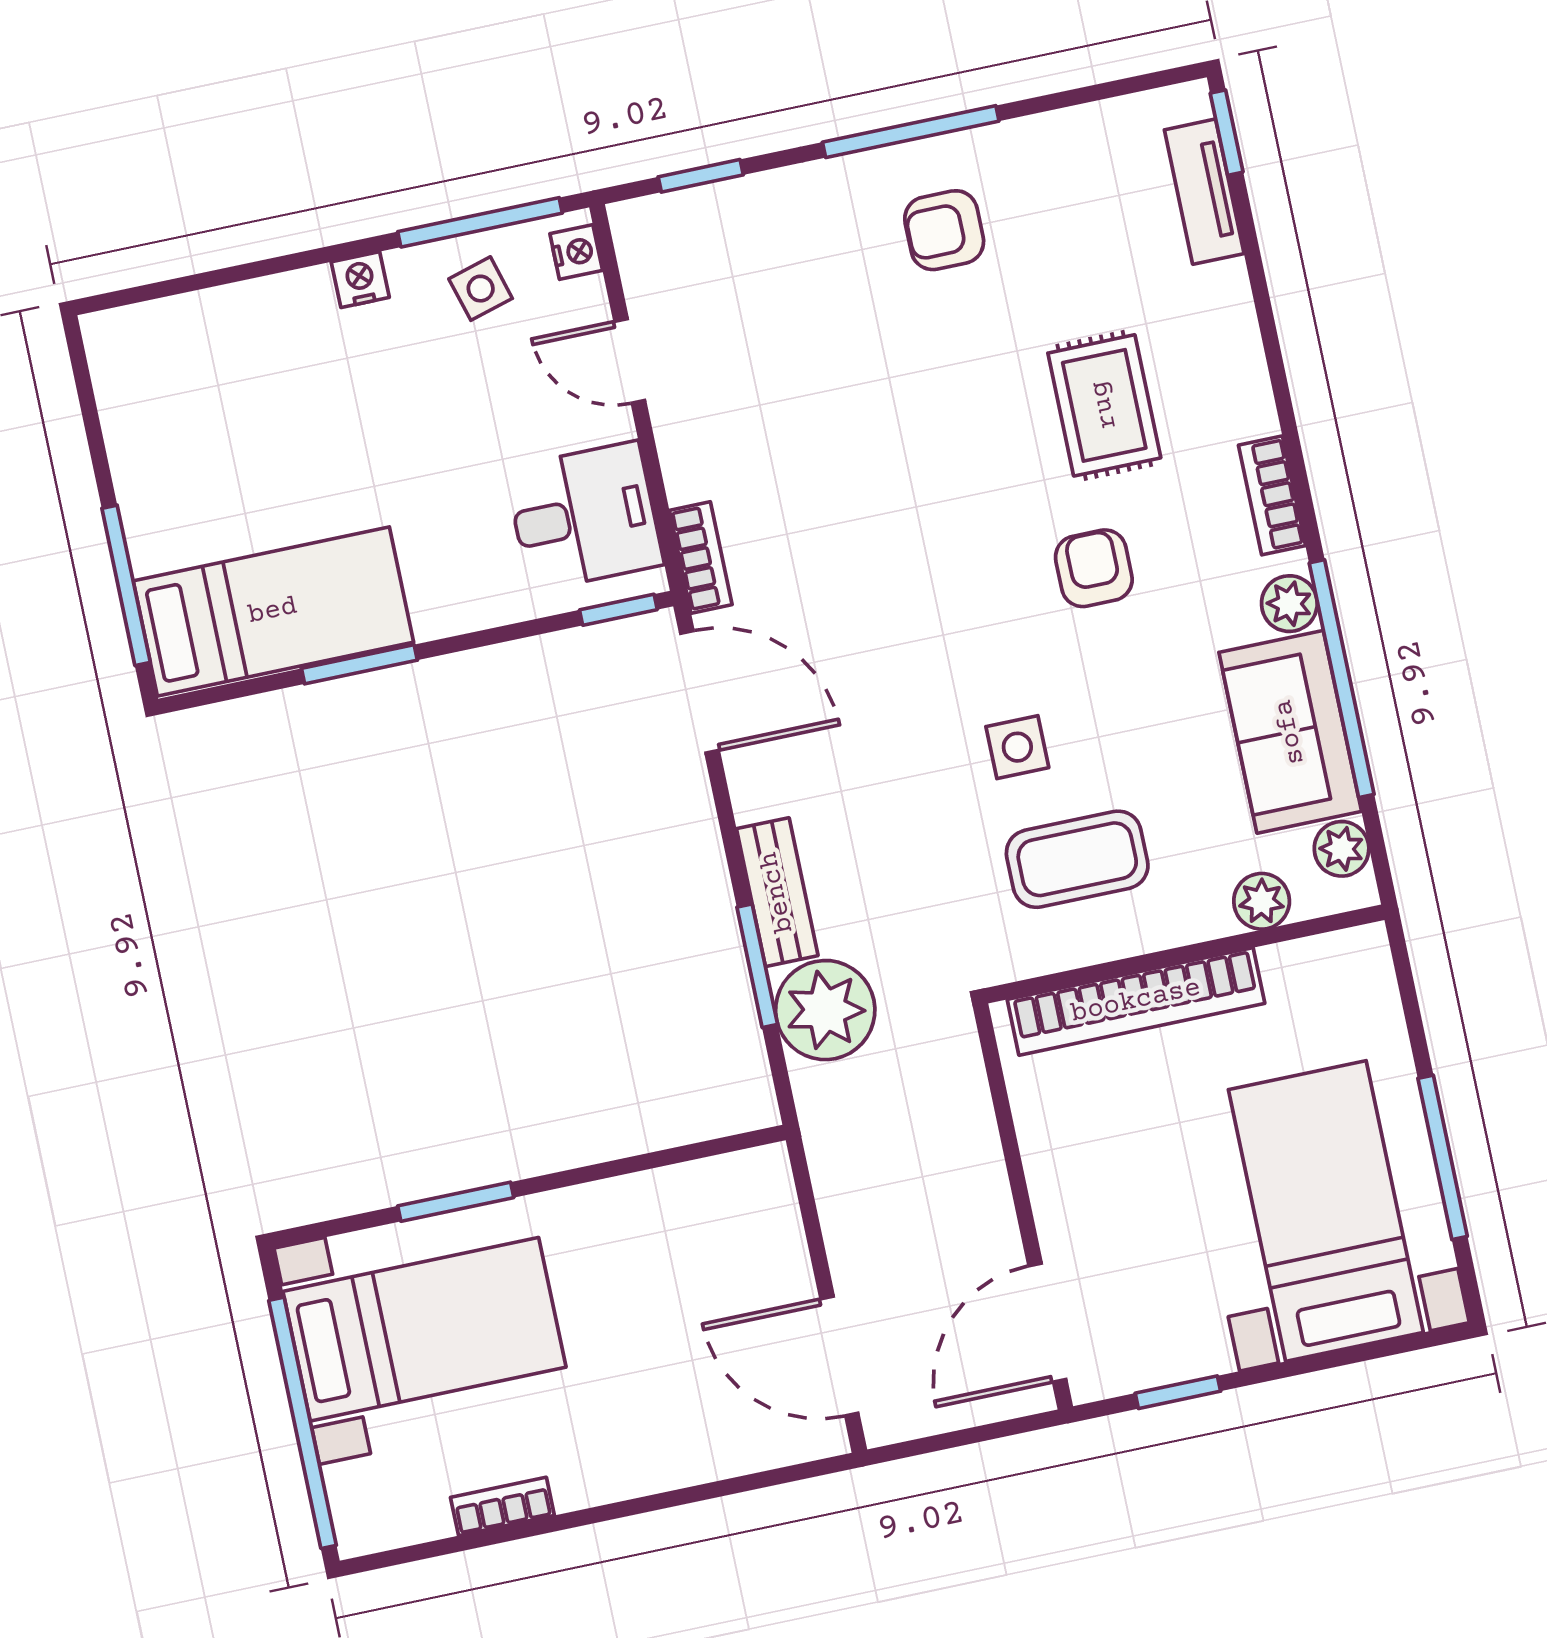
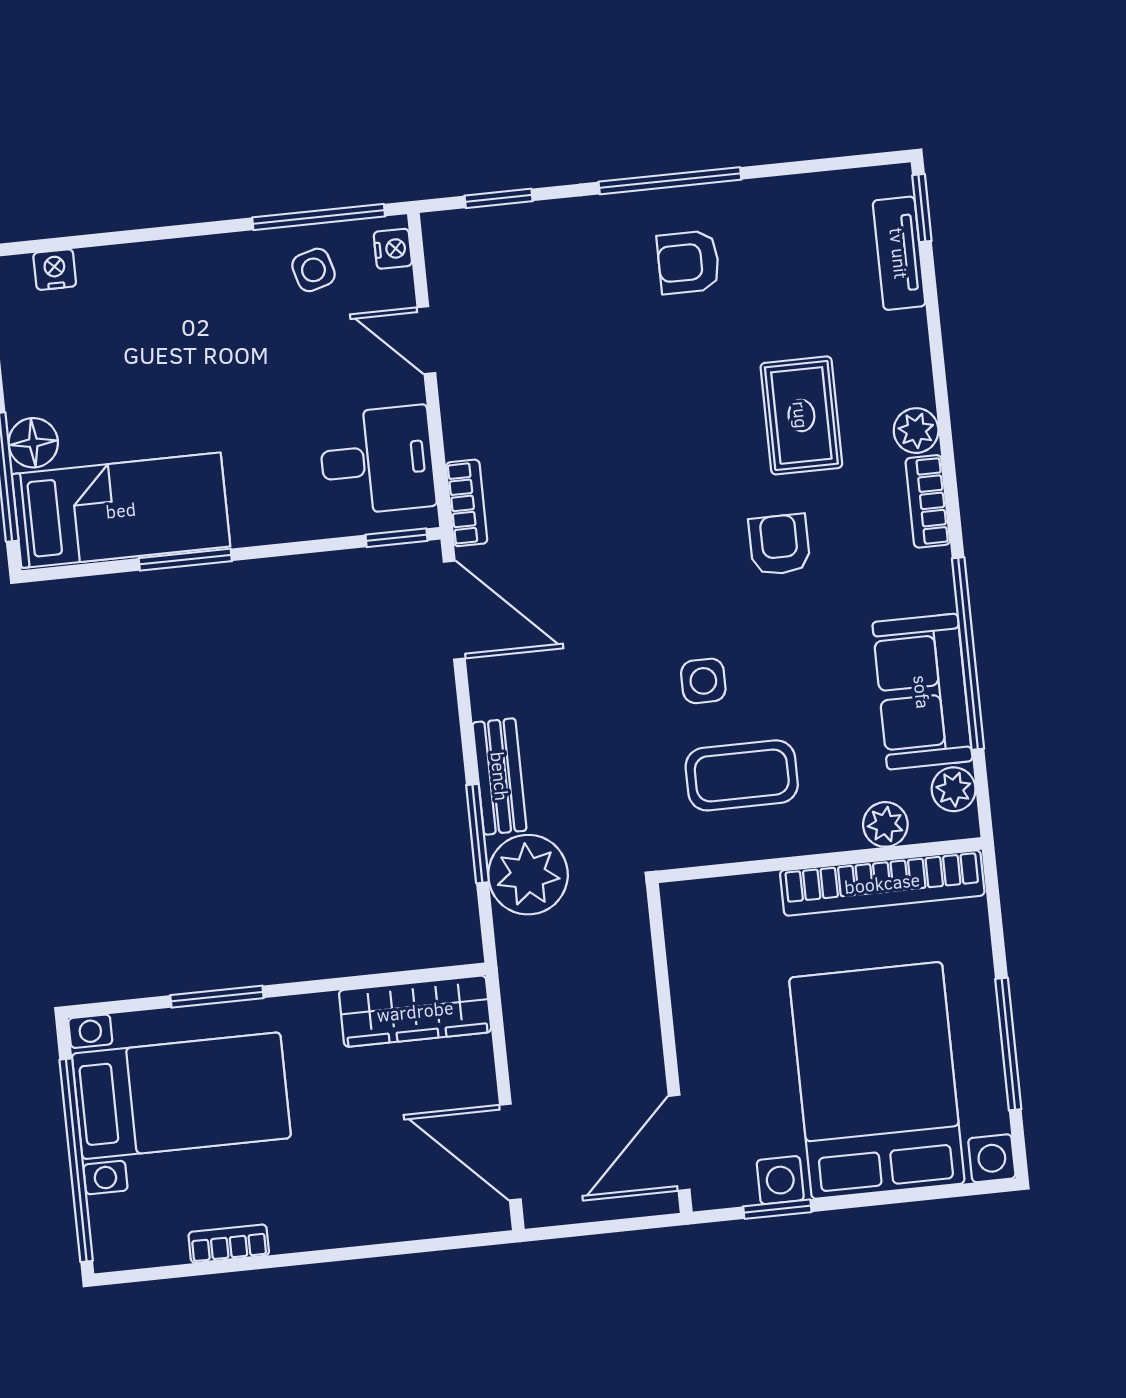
nightstand: (360, 280) -> (55, 270), moved
floor lamp: (156, 539) -> (33, 443), added
plant: (1289, 604) -> (916, 431), moved
bookcase: (1136, 1001) -> (882, 883), moved
wardrobe: (703, 1194) -> (415, 1011), added
bed with nightstands: (1326, 1211) -> (877, 1080), width x1.36

